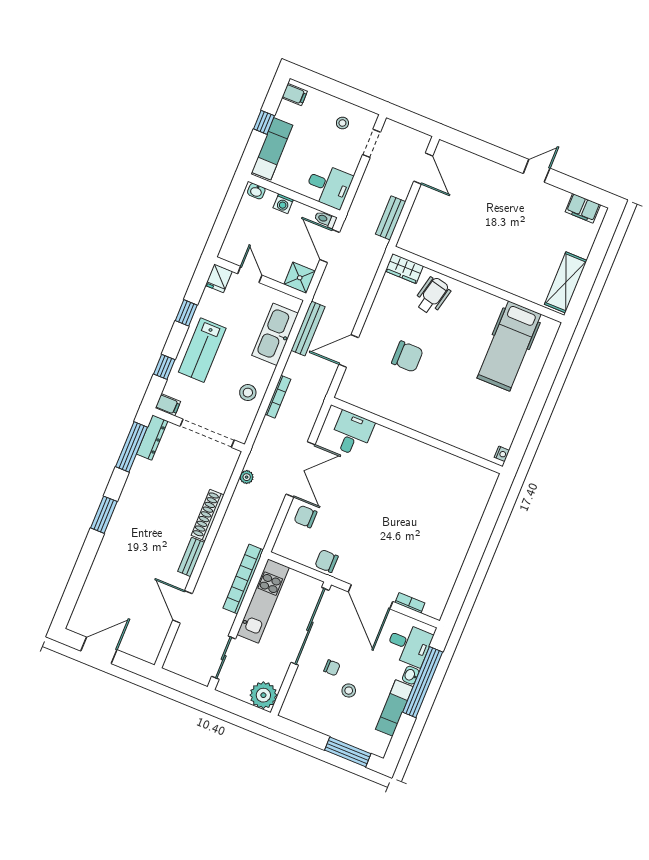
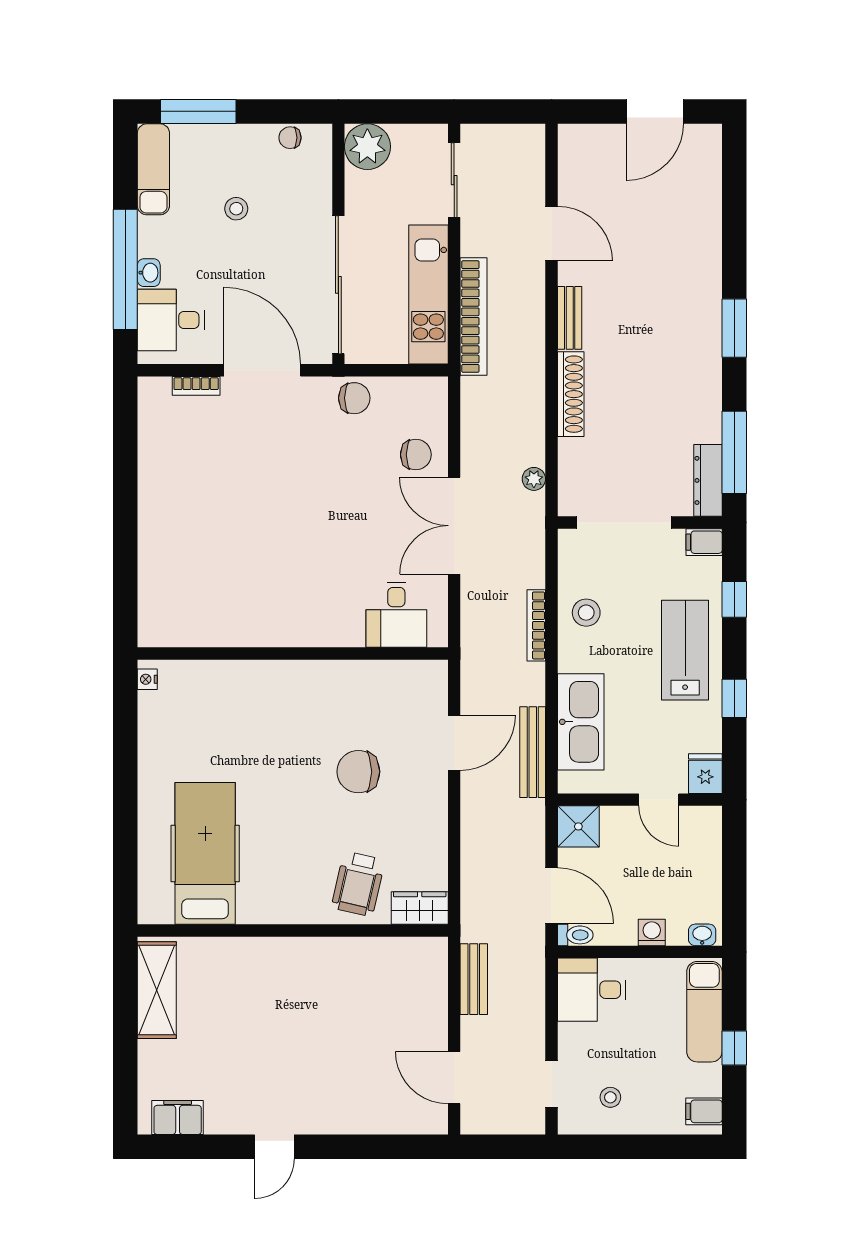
chair: (332, 668) -> (290, 138), moved
exam couch: (394, 708) -> (153, 169), moved

